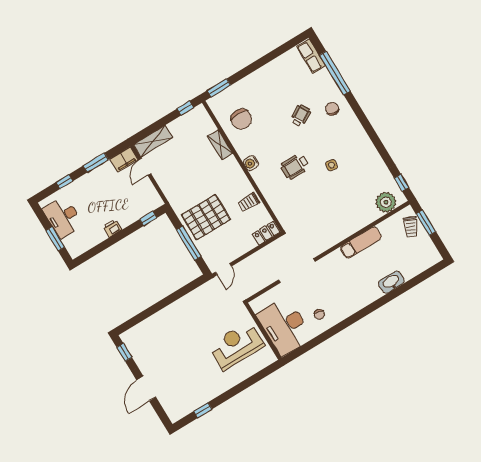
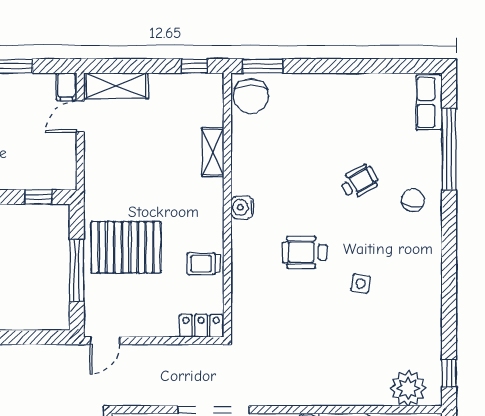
chair: (241, 119) -> (251, 96), moved
filing cabinet: (124, 159) -> (66, 87), width x0.50

